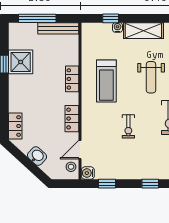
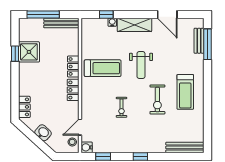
treadmill: (106, 81) -> (103, 68), turned -90
locker: (72, 119) -> (73, 90), moved

